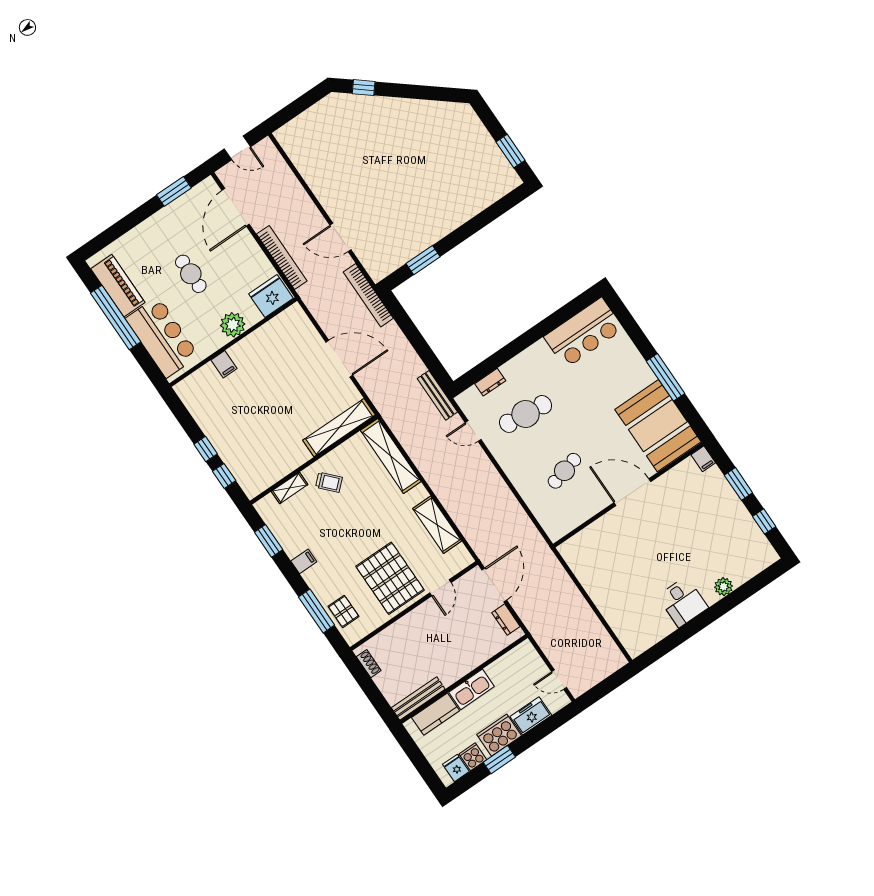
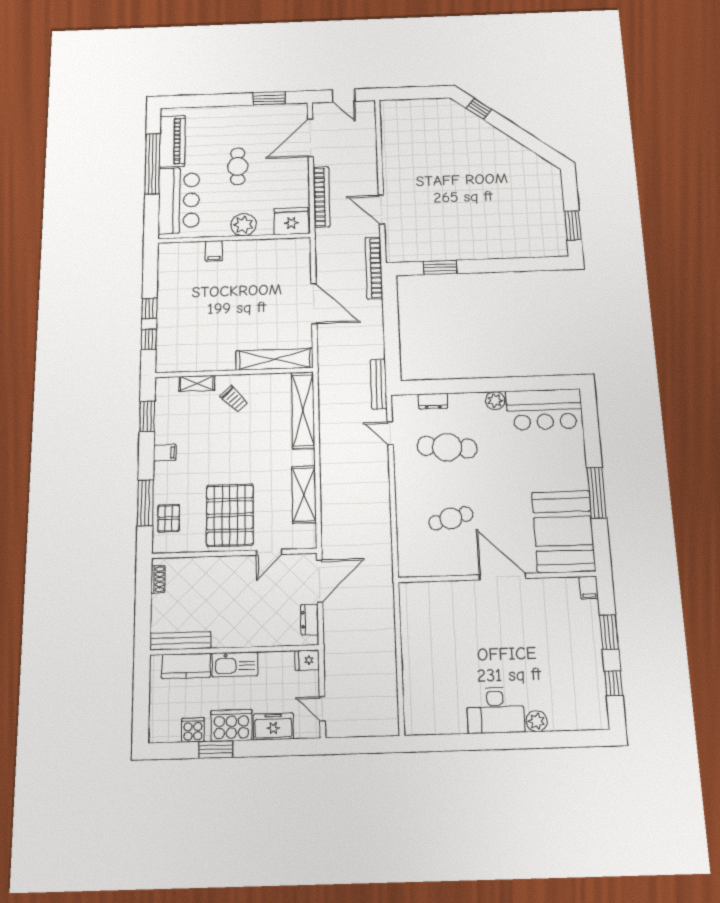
plant: (540, 350) -> (495, 400), added
desk: (683, 602) -> (495, 710), width x1.37
fridge: (456, 768) -> (307, 660), moved, turned -90

